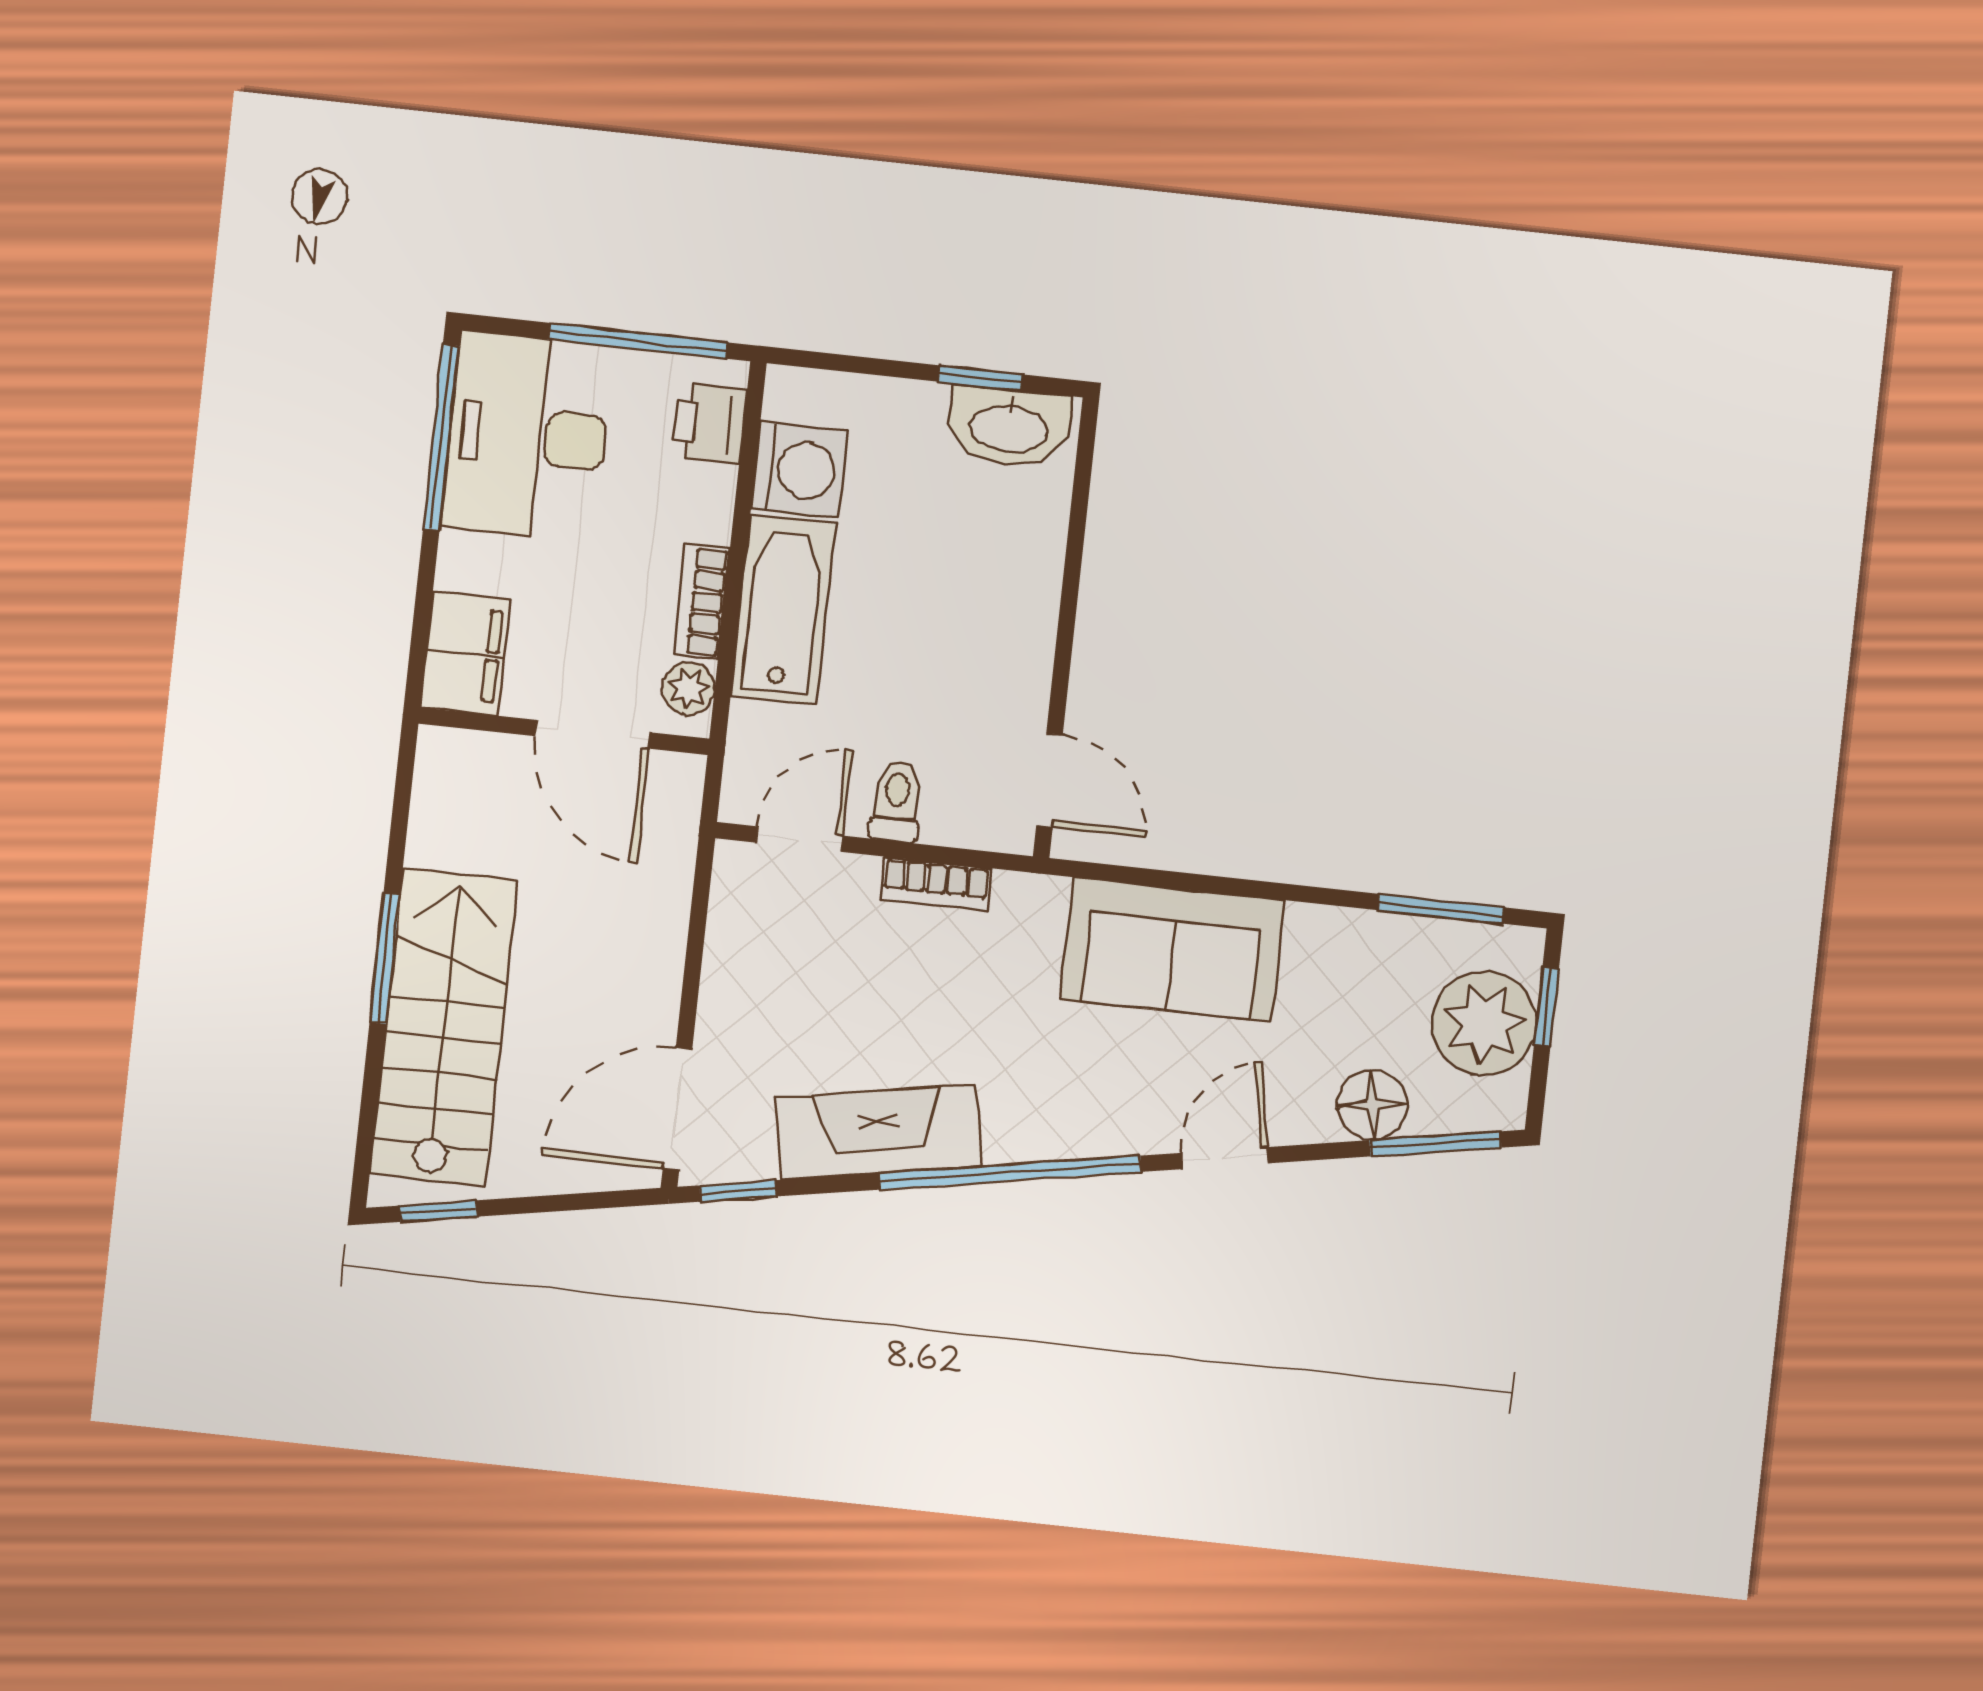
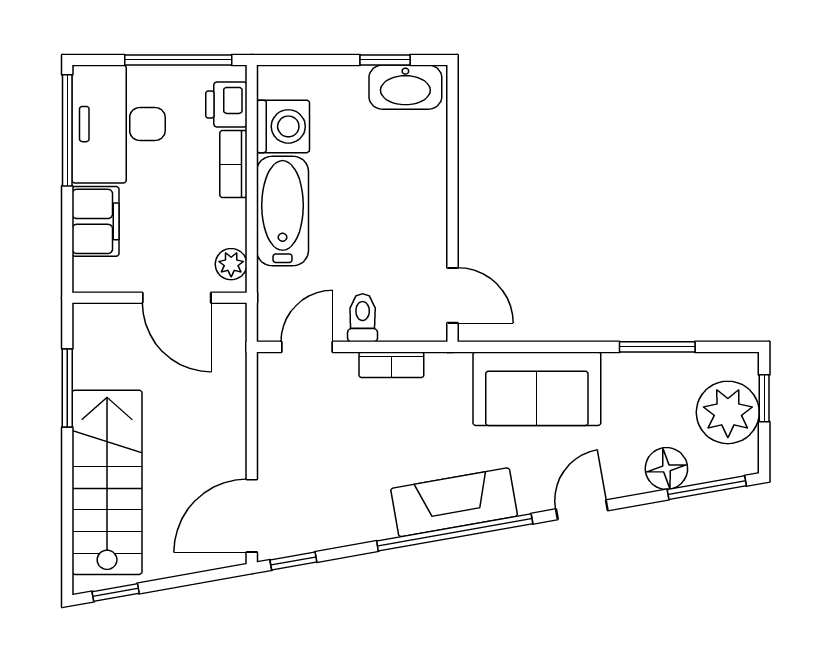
bookcase: (702, 602) -> (233, 164), moved
filing cabinet: (465, 654) -> (96, 221), moved
window: (1441, 909) -> (657, 347), moved
window: (385, 958) -> (67, 388), moved
fireplace: (879, 1132) -> (454, 502), moved

